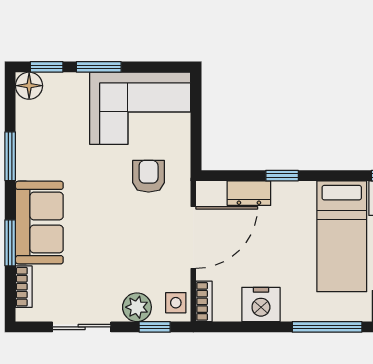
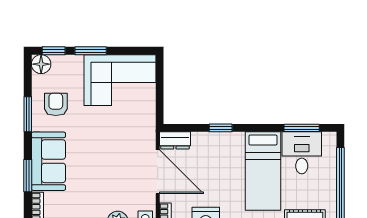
armchair: (149, 176) -> (56, 104), moved
dresser: (249, 193) -> (175, 140), moved
door: (193, 237) -> (158, 172), hinge flipped

